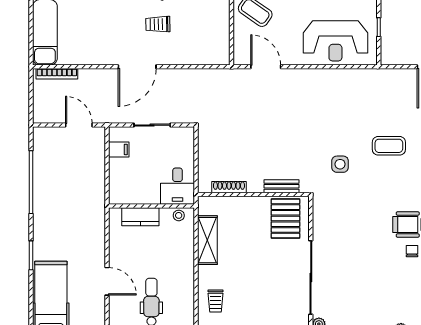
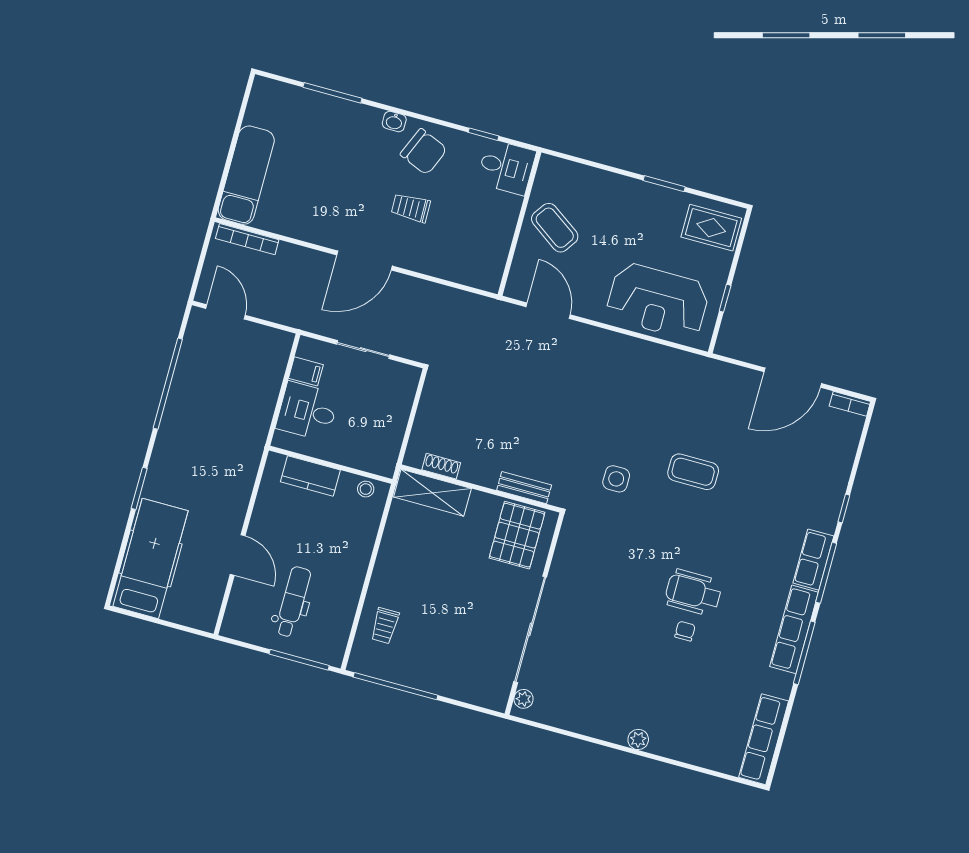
door: (79, 125) -> (225, 312), moved
desk: (178, 186) -> (307, 411), moved, turned 90
shoe rack: (229, 187) -> (441, 466), width x0.70
shelving: (207, 240) -> (432, 493), moved, turned 90

